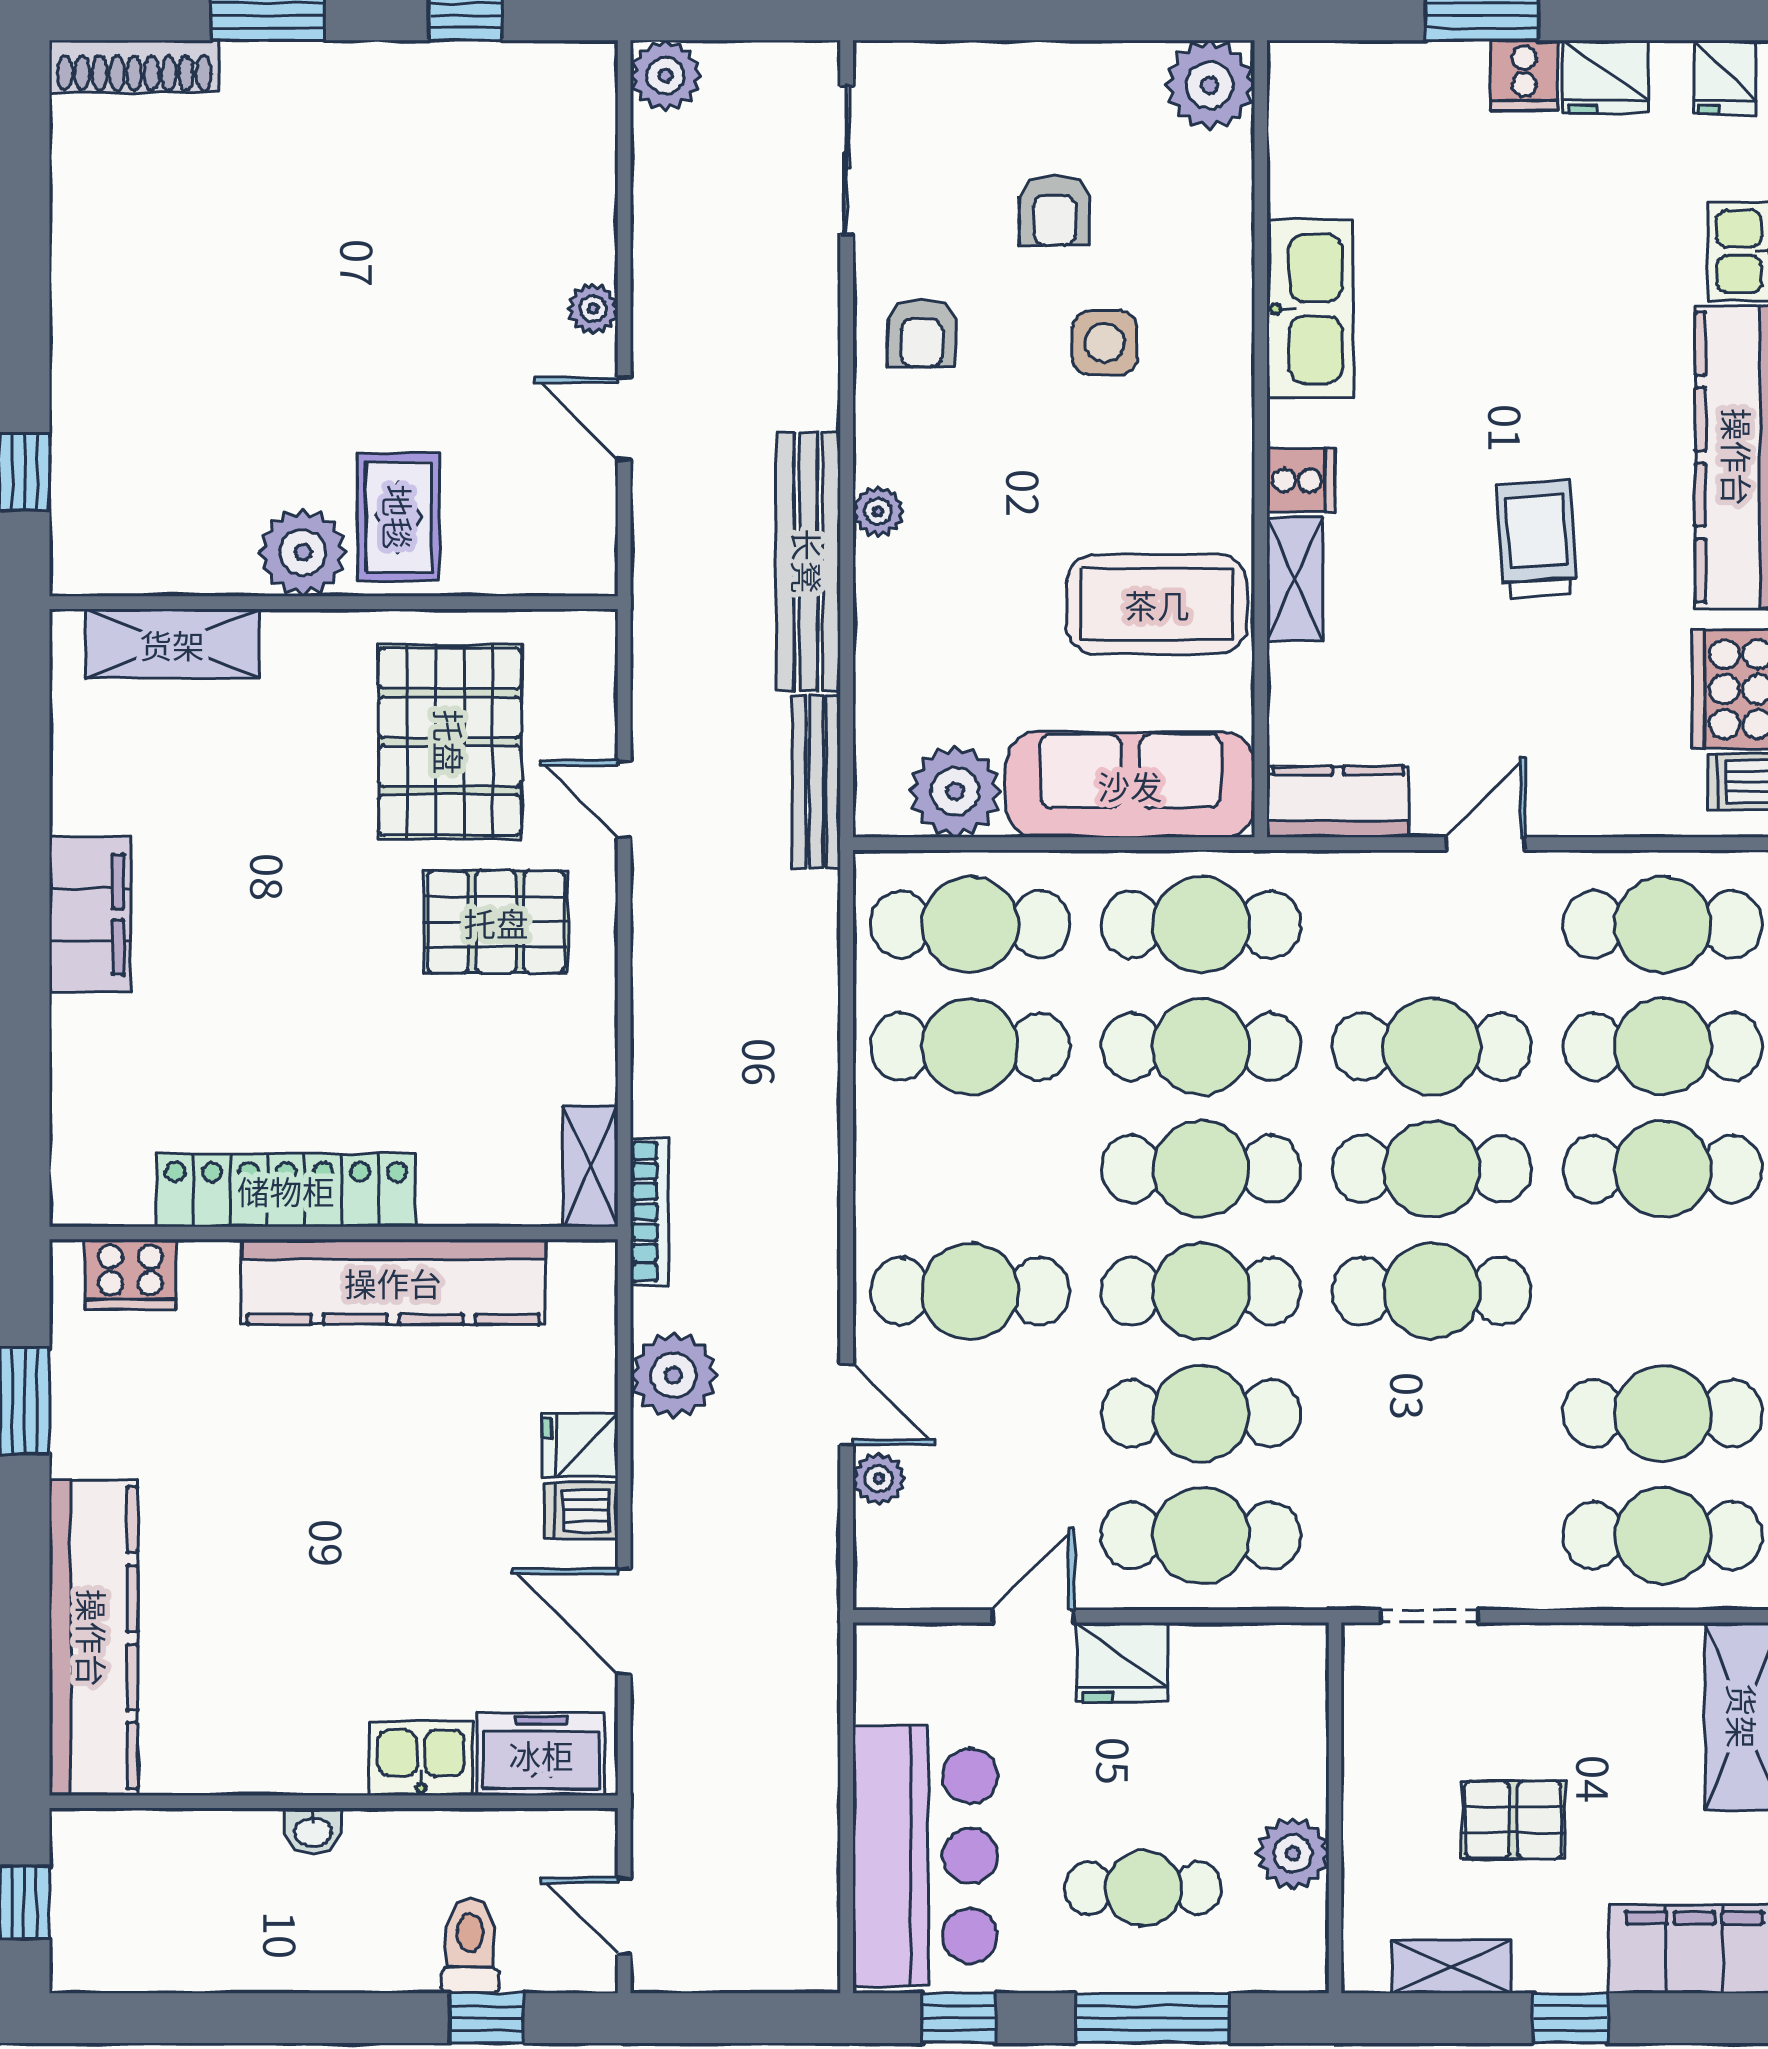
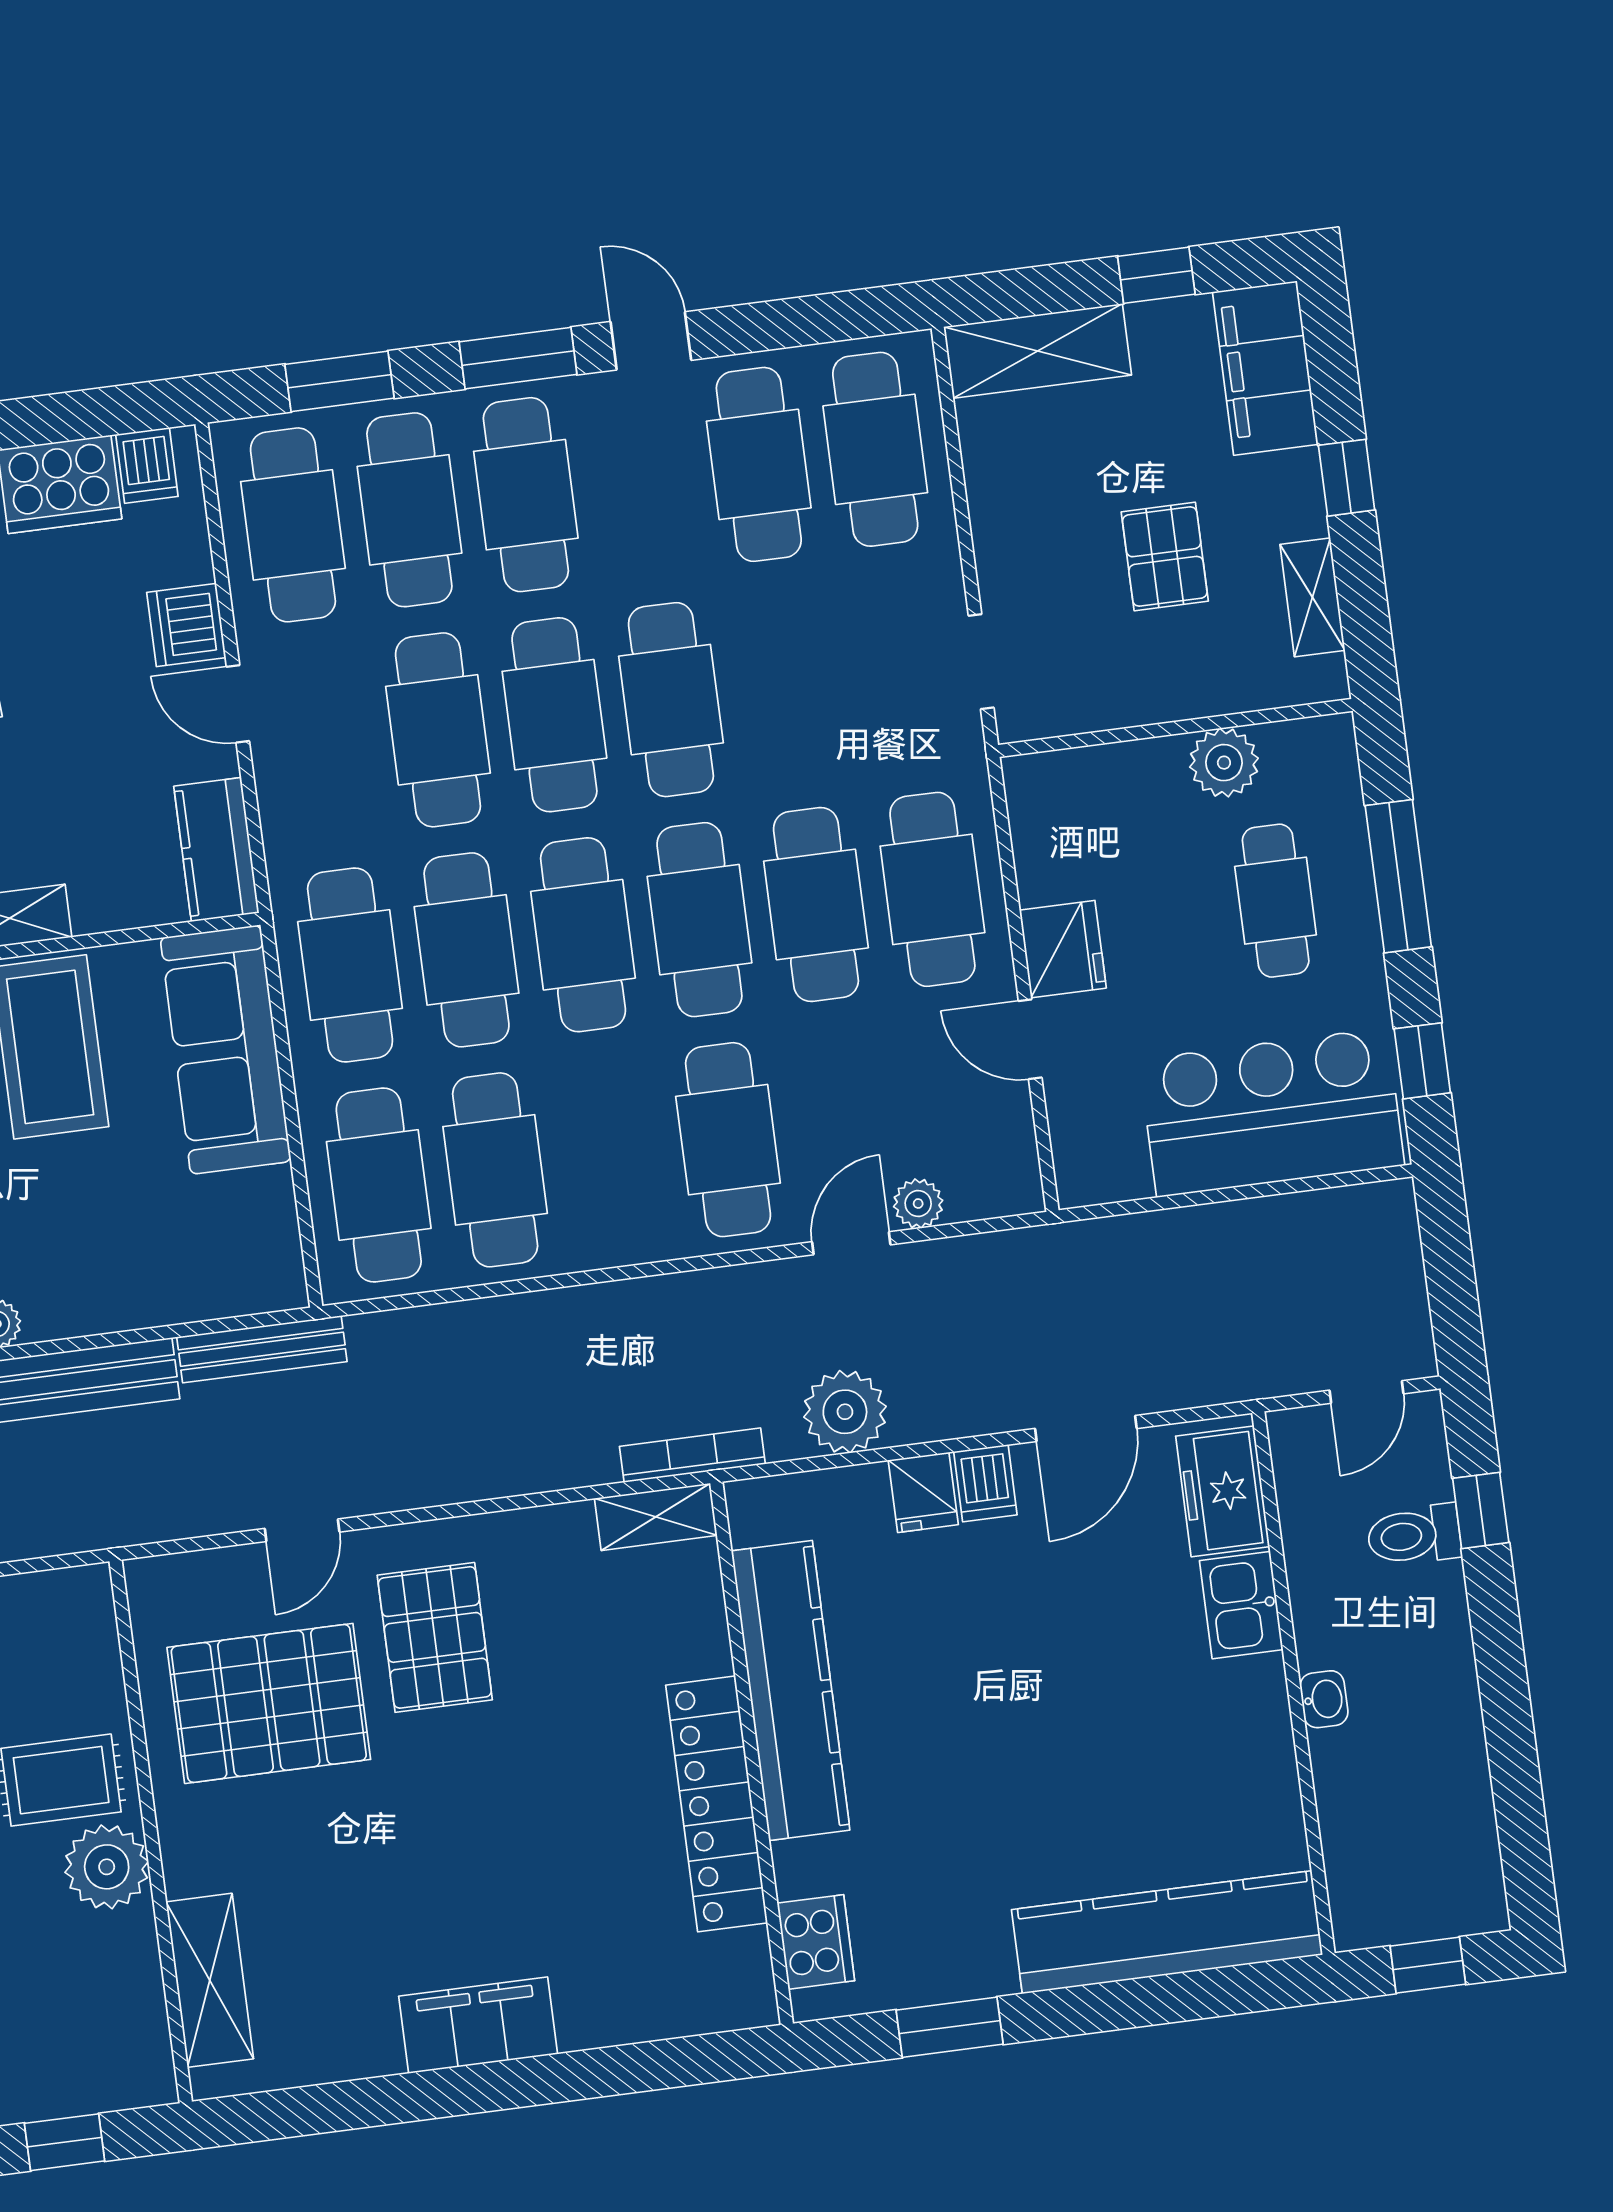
plant: (955, 791) -> (254, 1216), removed
dishwasher: (1574, 801) -> (186, 625), added

